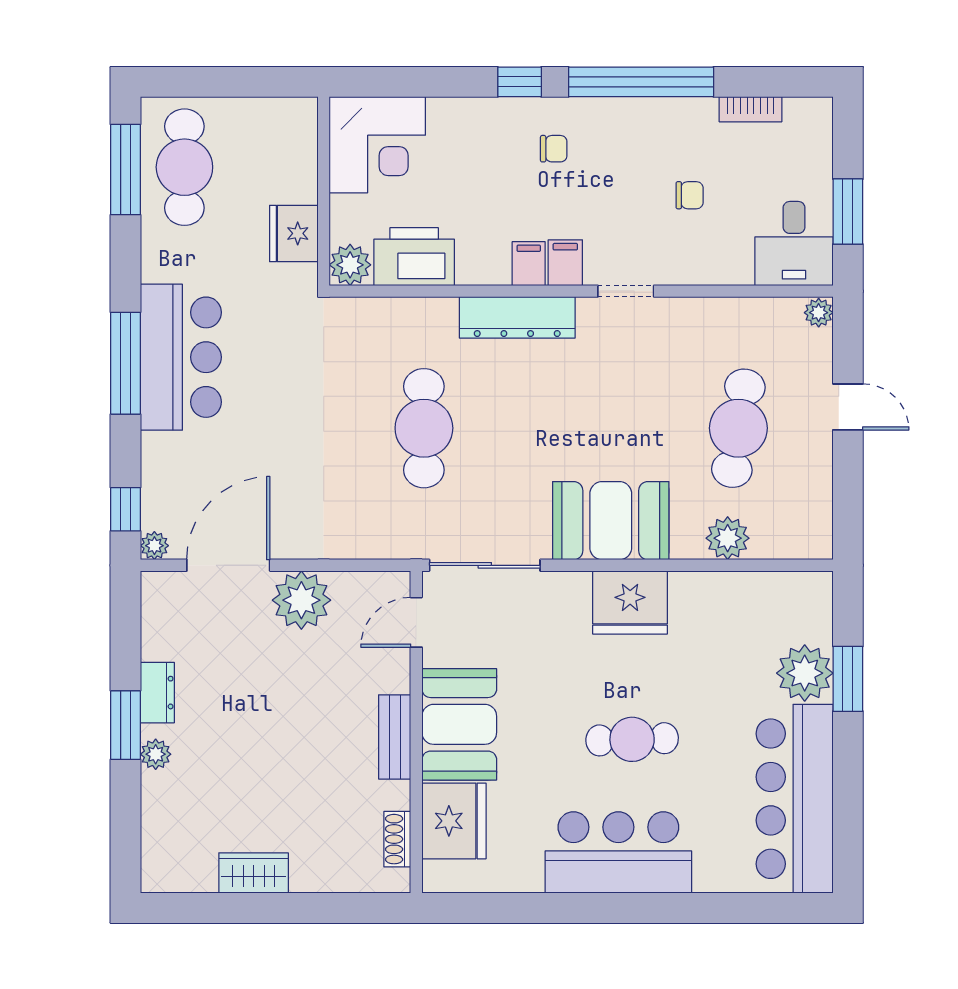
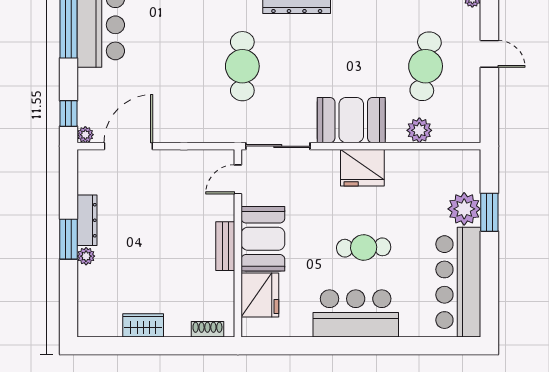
plant: (301, 600) -> (171, 166), removed
dresser: (157, 693) -> (87, 220), width x1.44
shoe rack: (397, 839) -> (207, 329), moved, turned 90

